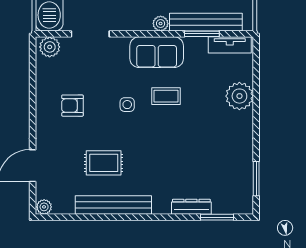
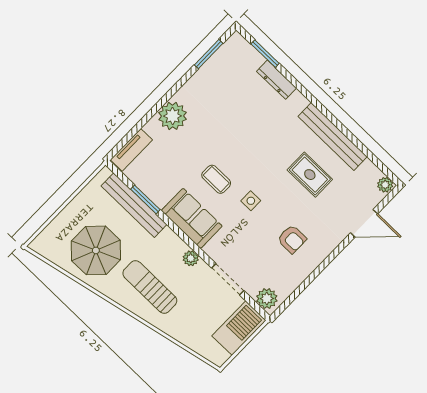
plant: (161, 24) -> (191, 258), moved
tv unit: (230, 45) -> (131, 150), moved, turned 90
plant: (239, 96) -> (173, 116), moved

